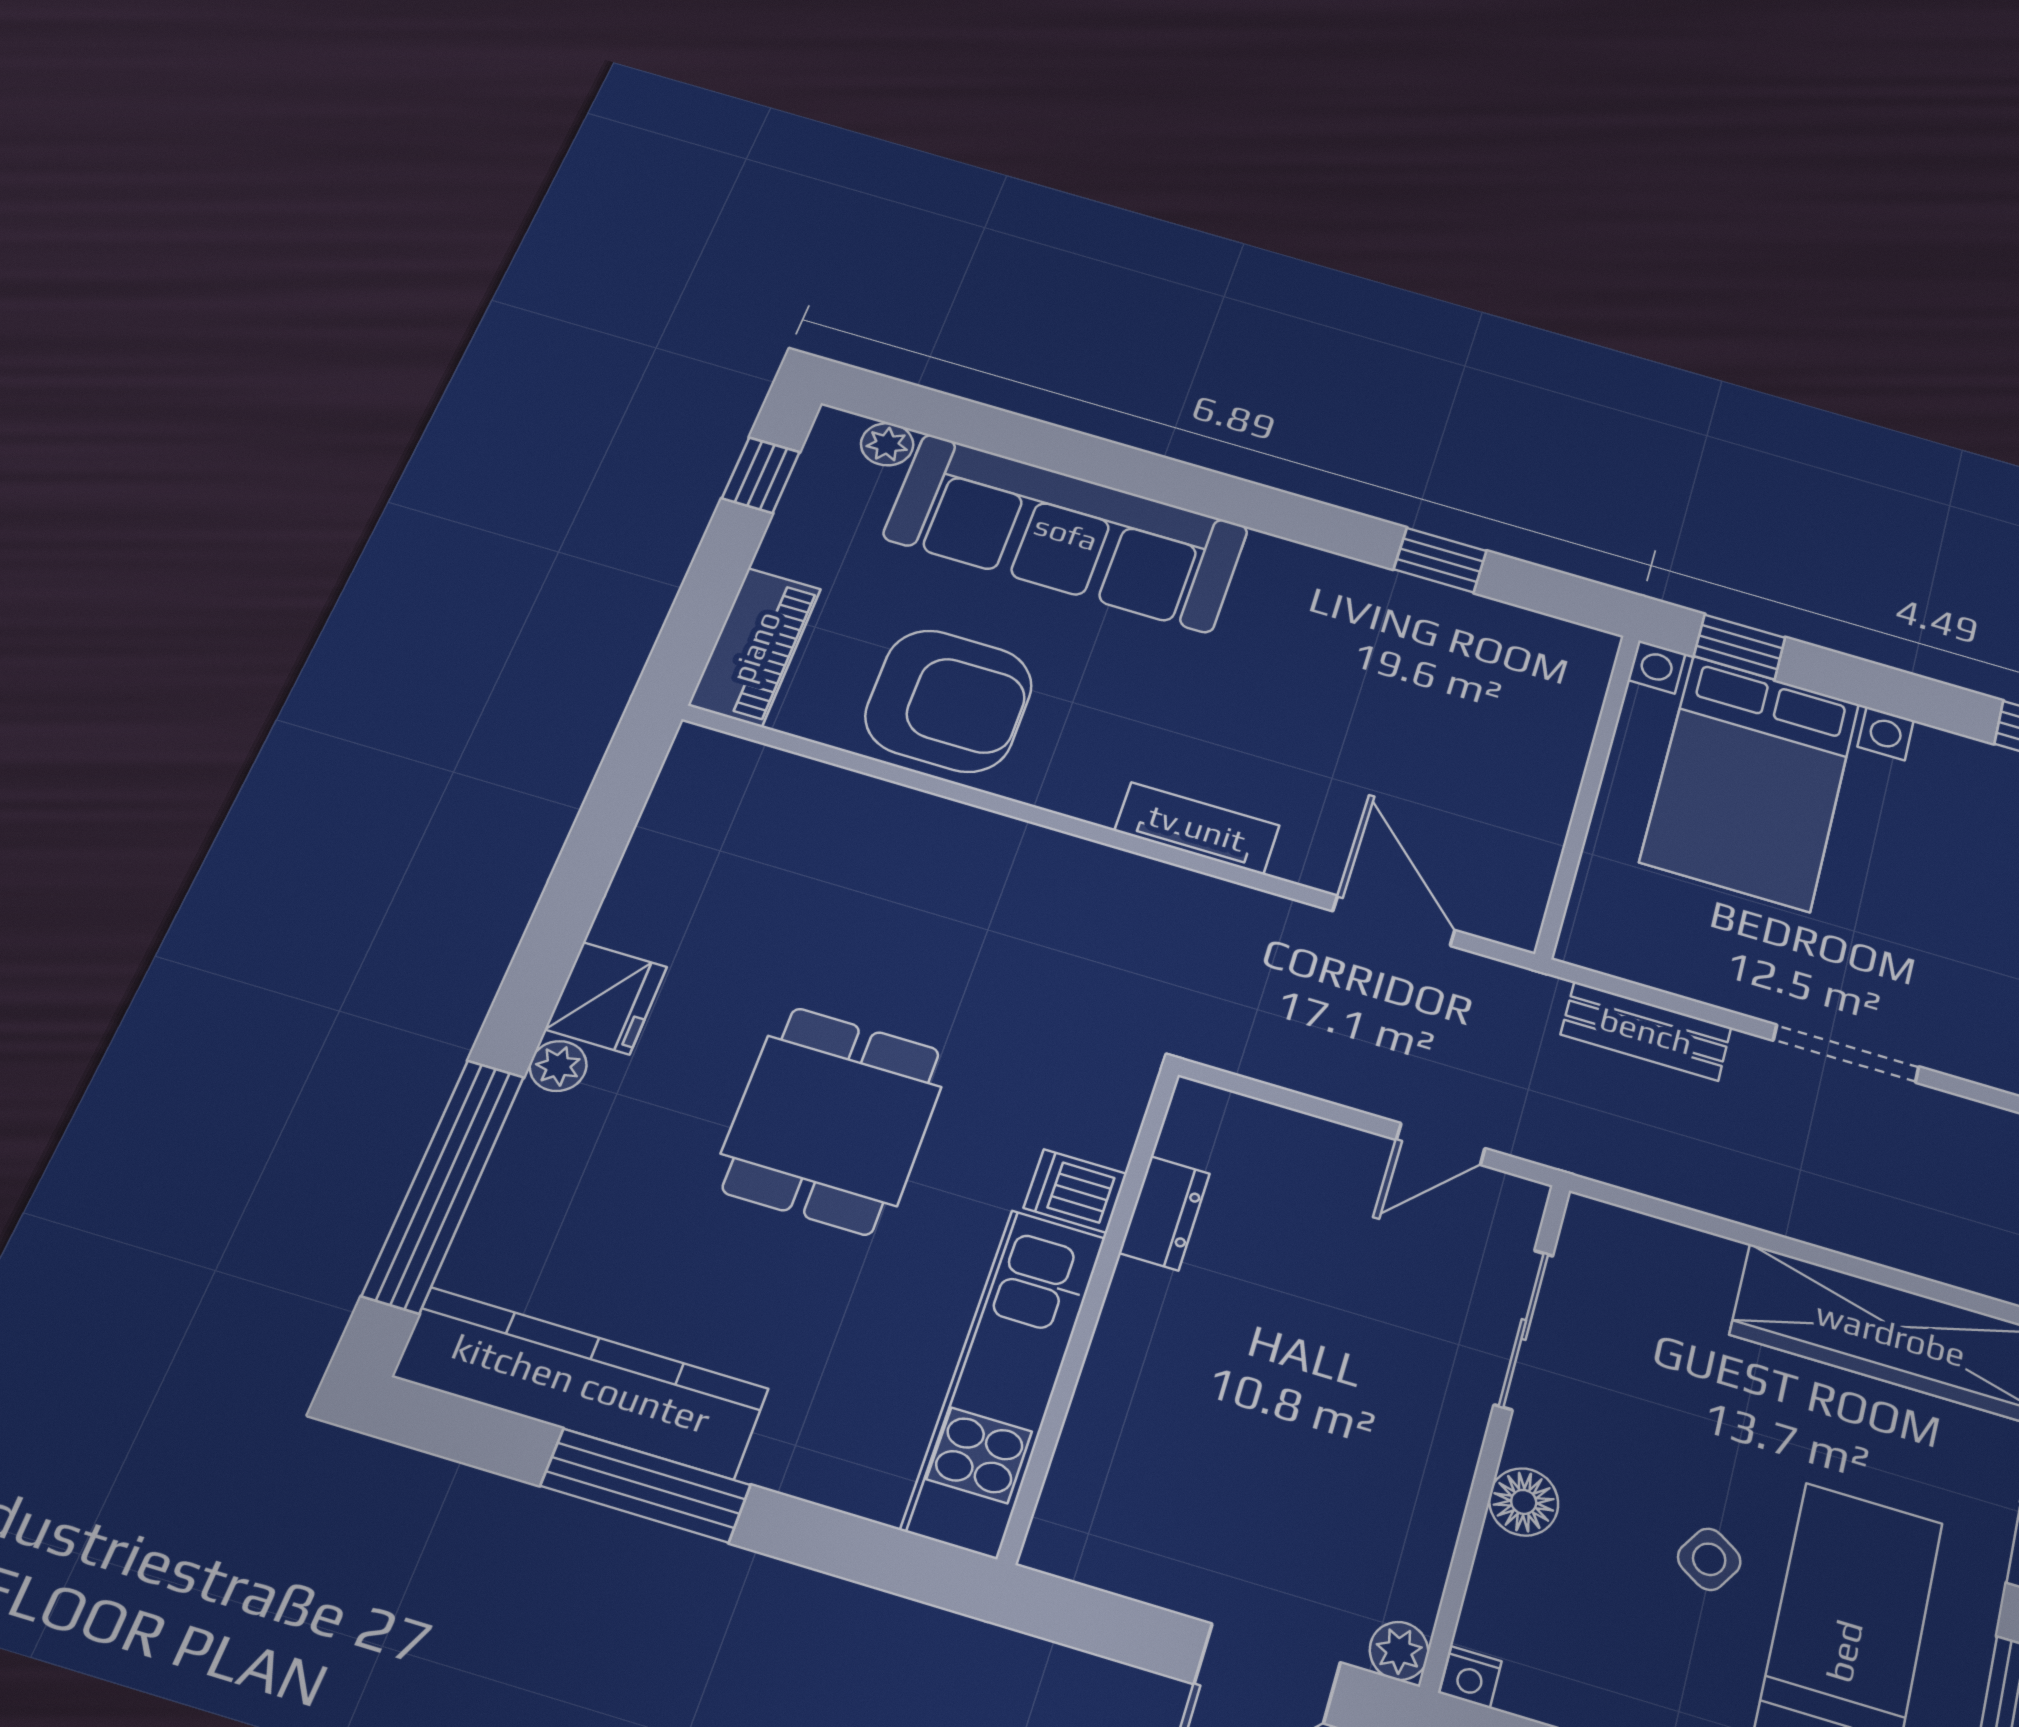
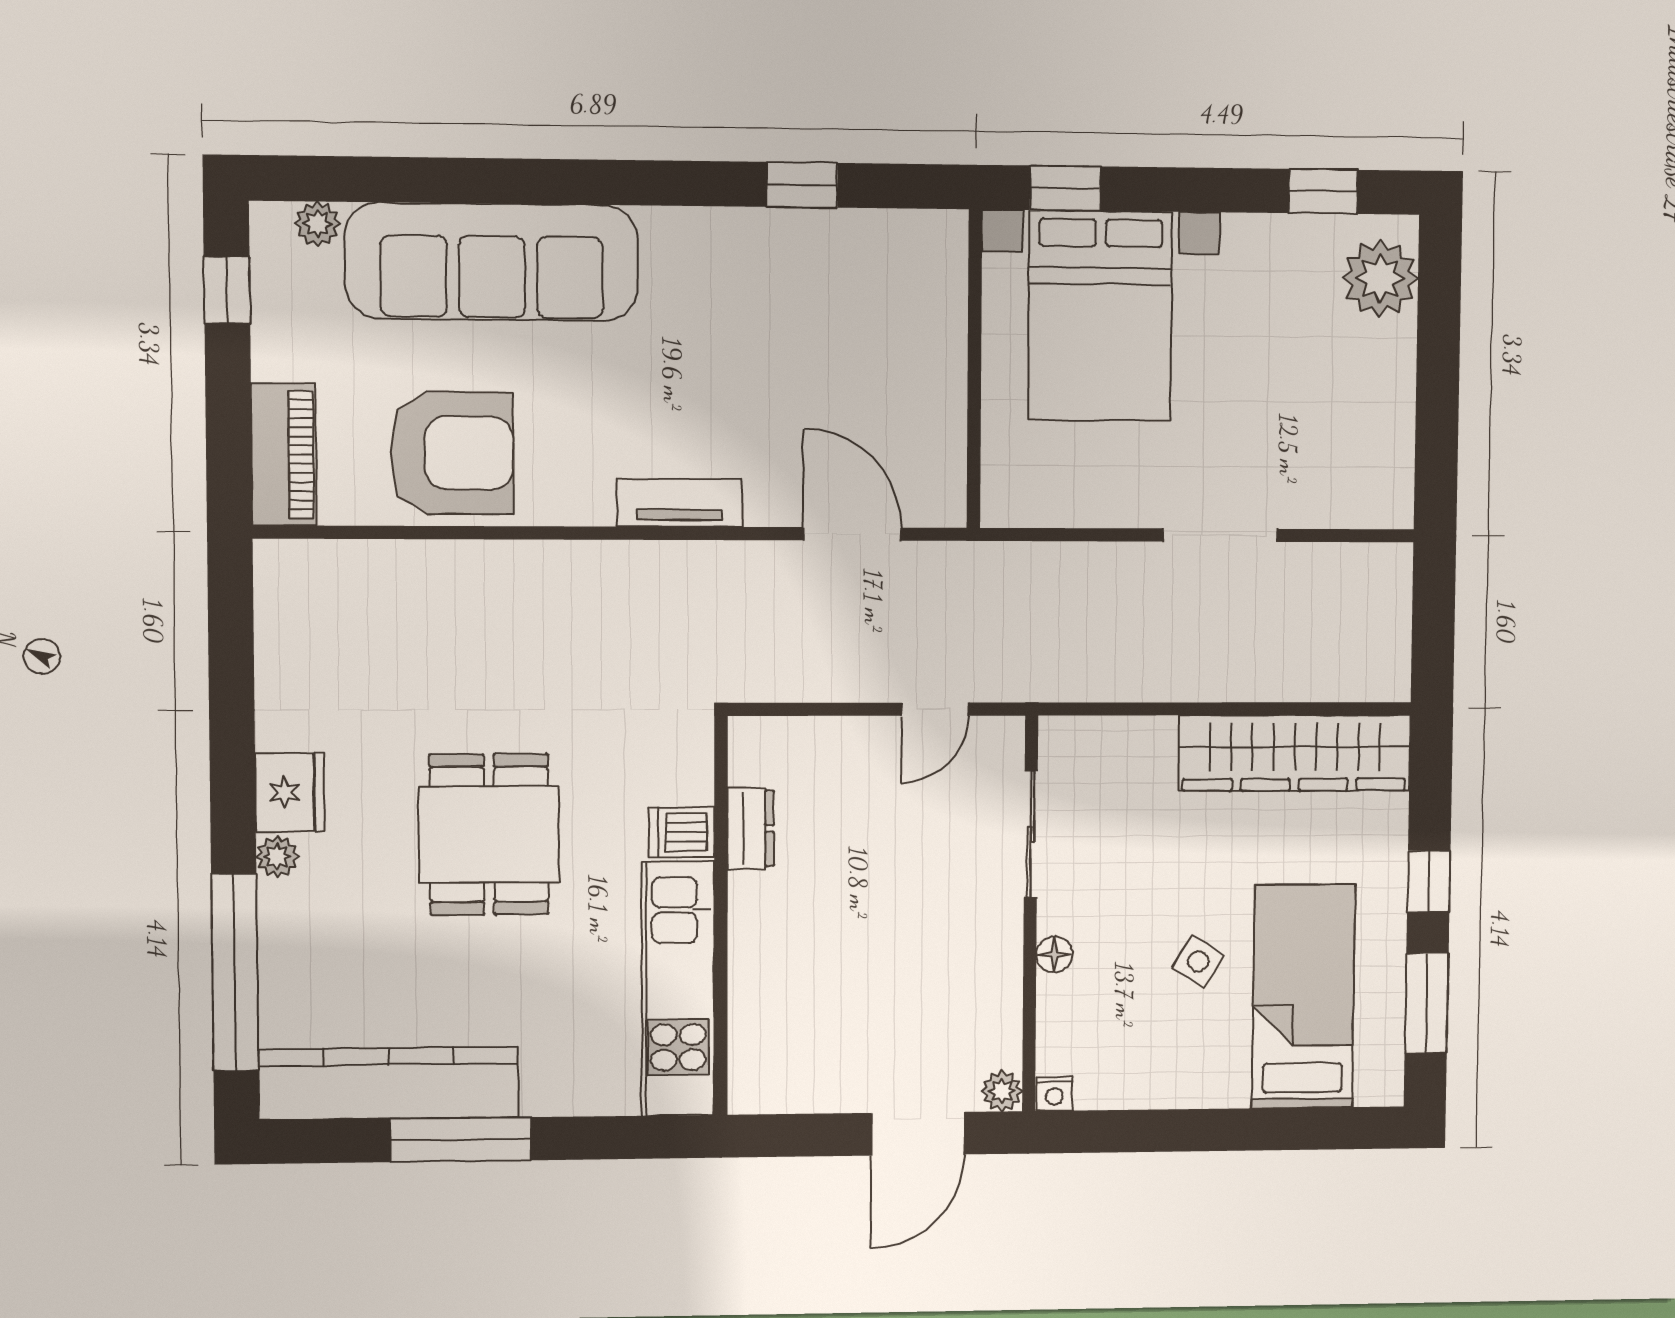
bench: (1646, 1031) -> (1066, 566), removed
floor lamp: (1524, 1502) -> (1054, 954), width x0.73, depth x0.73

